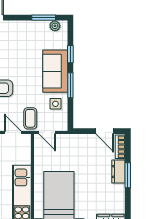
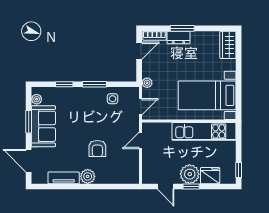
window: (44, 18) -> (29, 122), moved
sofa: (55, 71) -> (43, 126), moved, turned -90
coffee table: (30, 118) -> (127, 123), removed
plant: (72, 139) -> (147, 83), added

